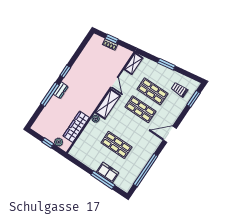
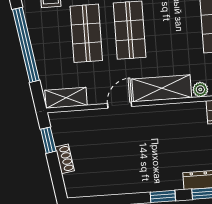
window: (112, 39) -> (48, 140), moved
window: (166, 64) -> (26, 45), width x2.11

